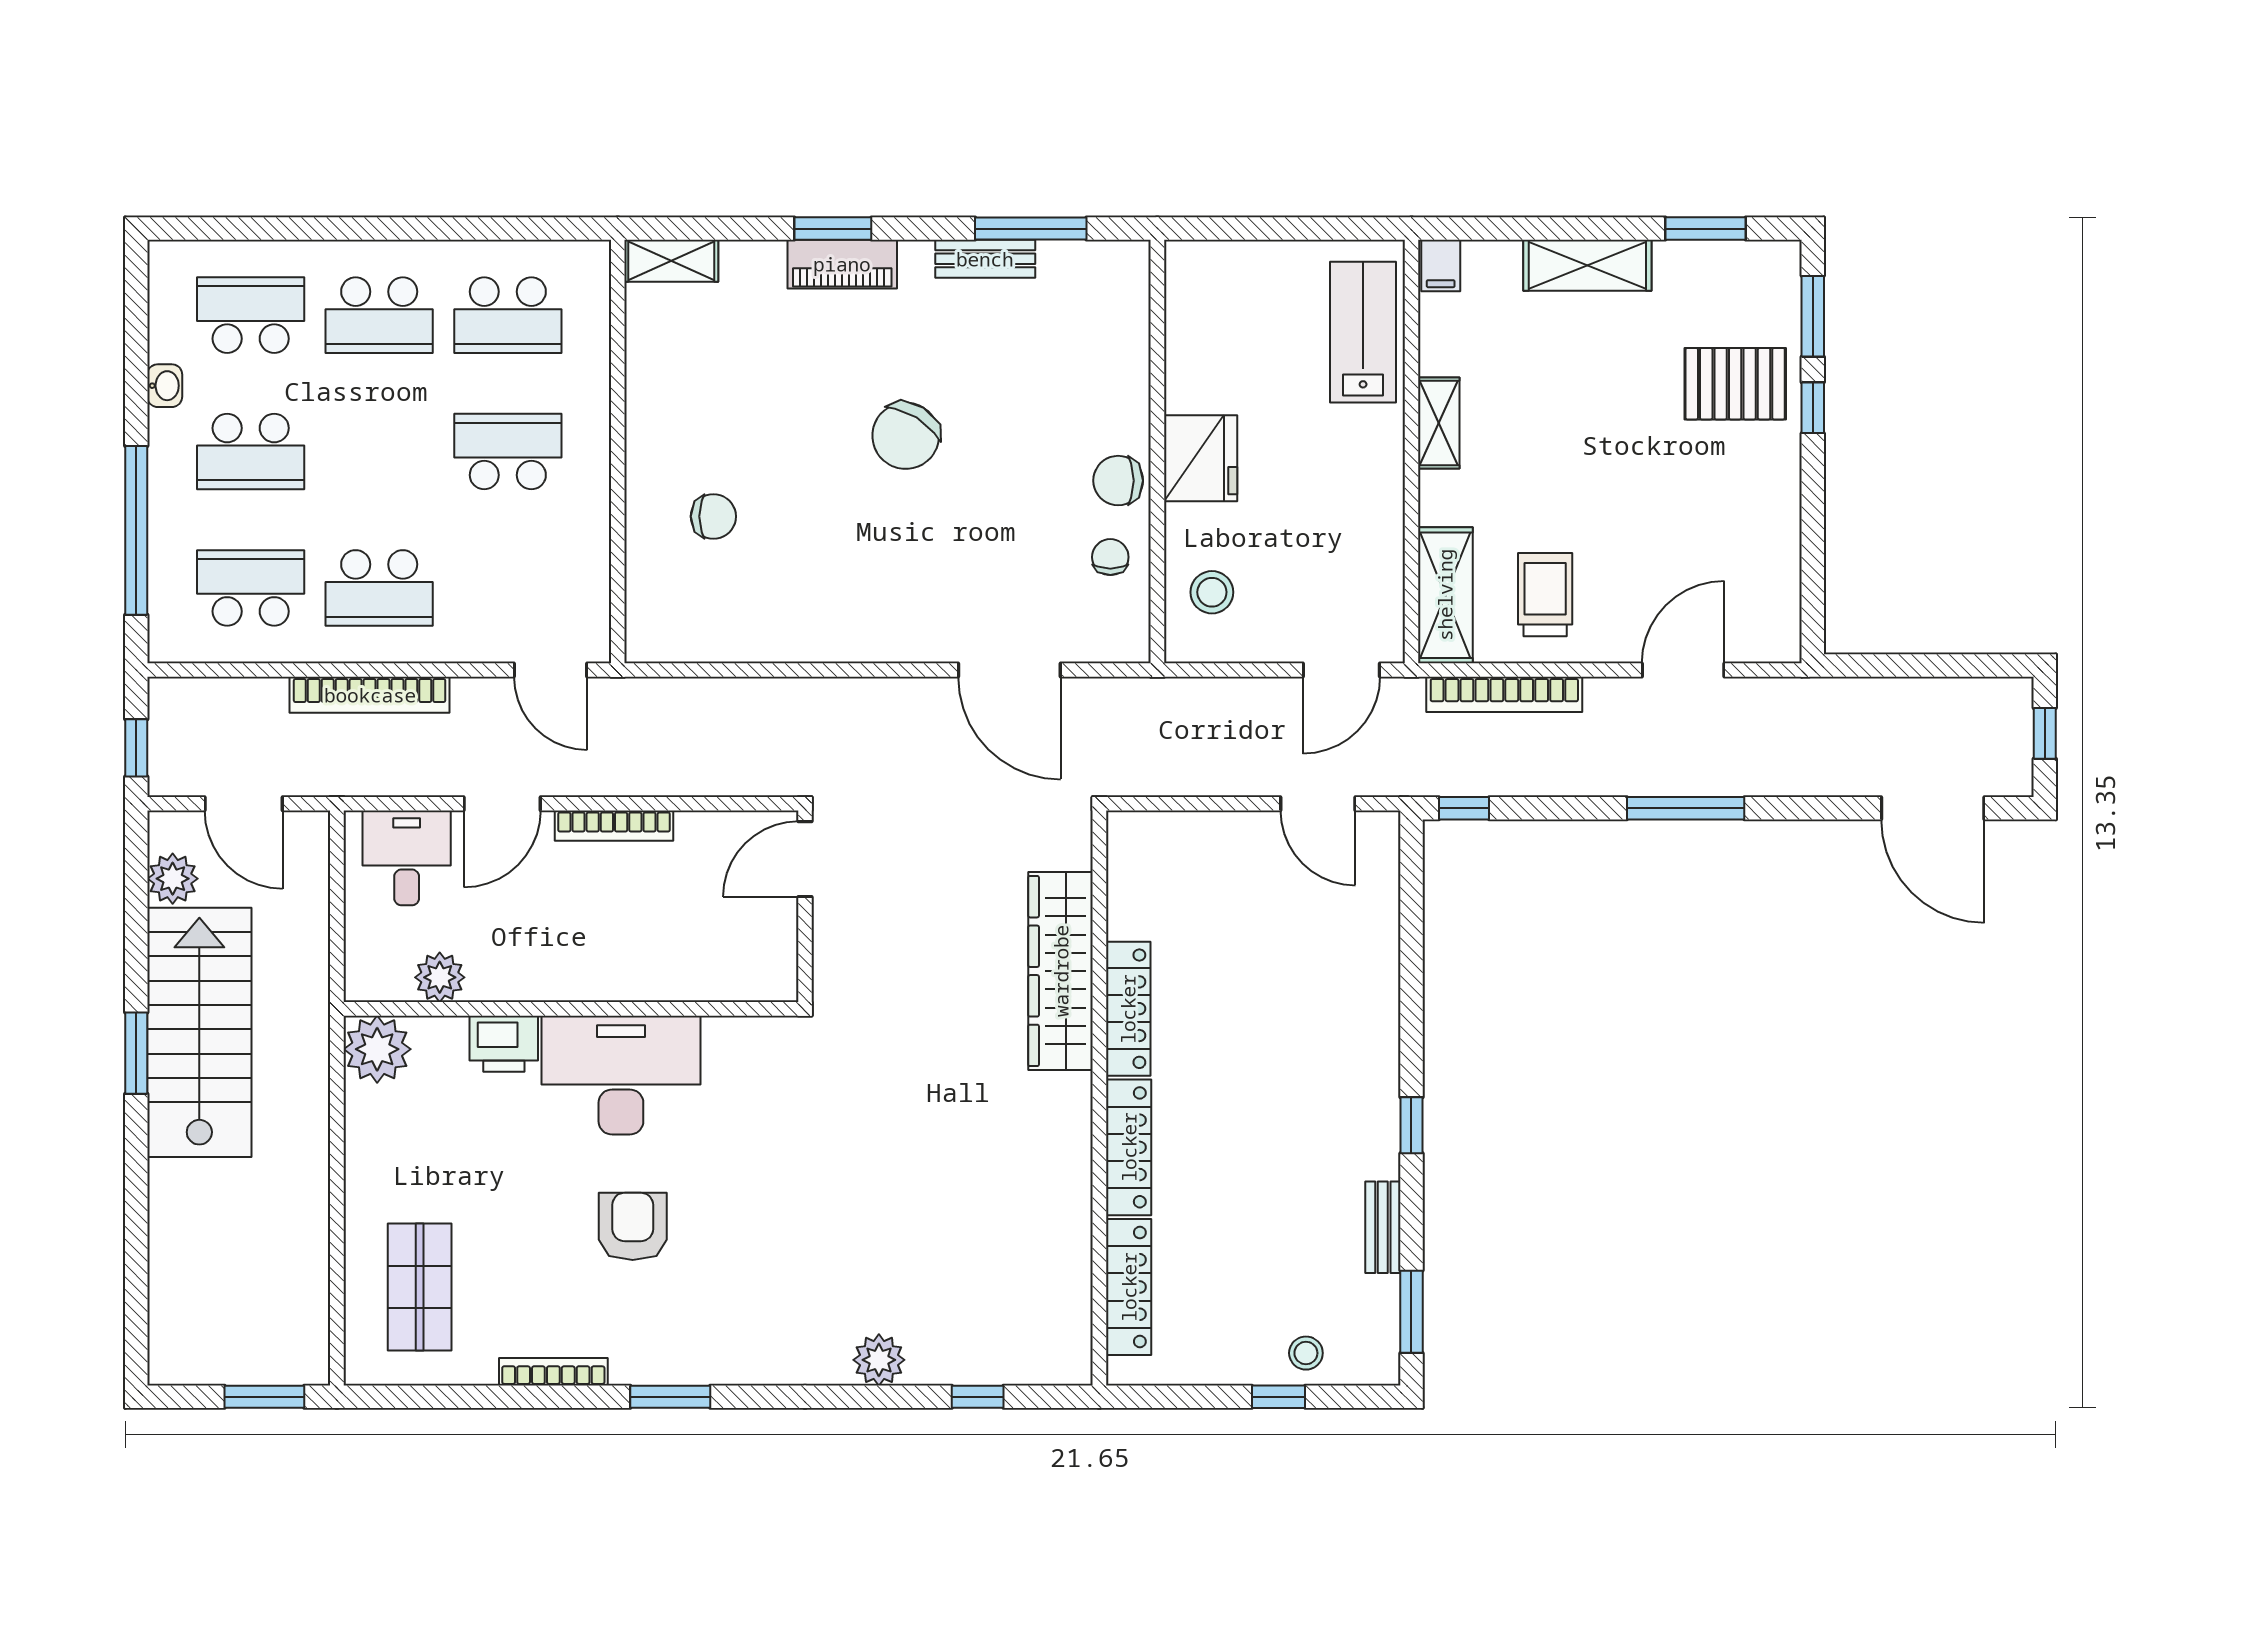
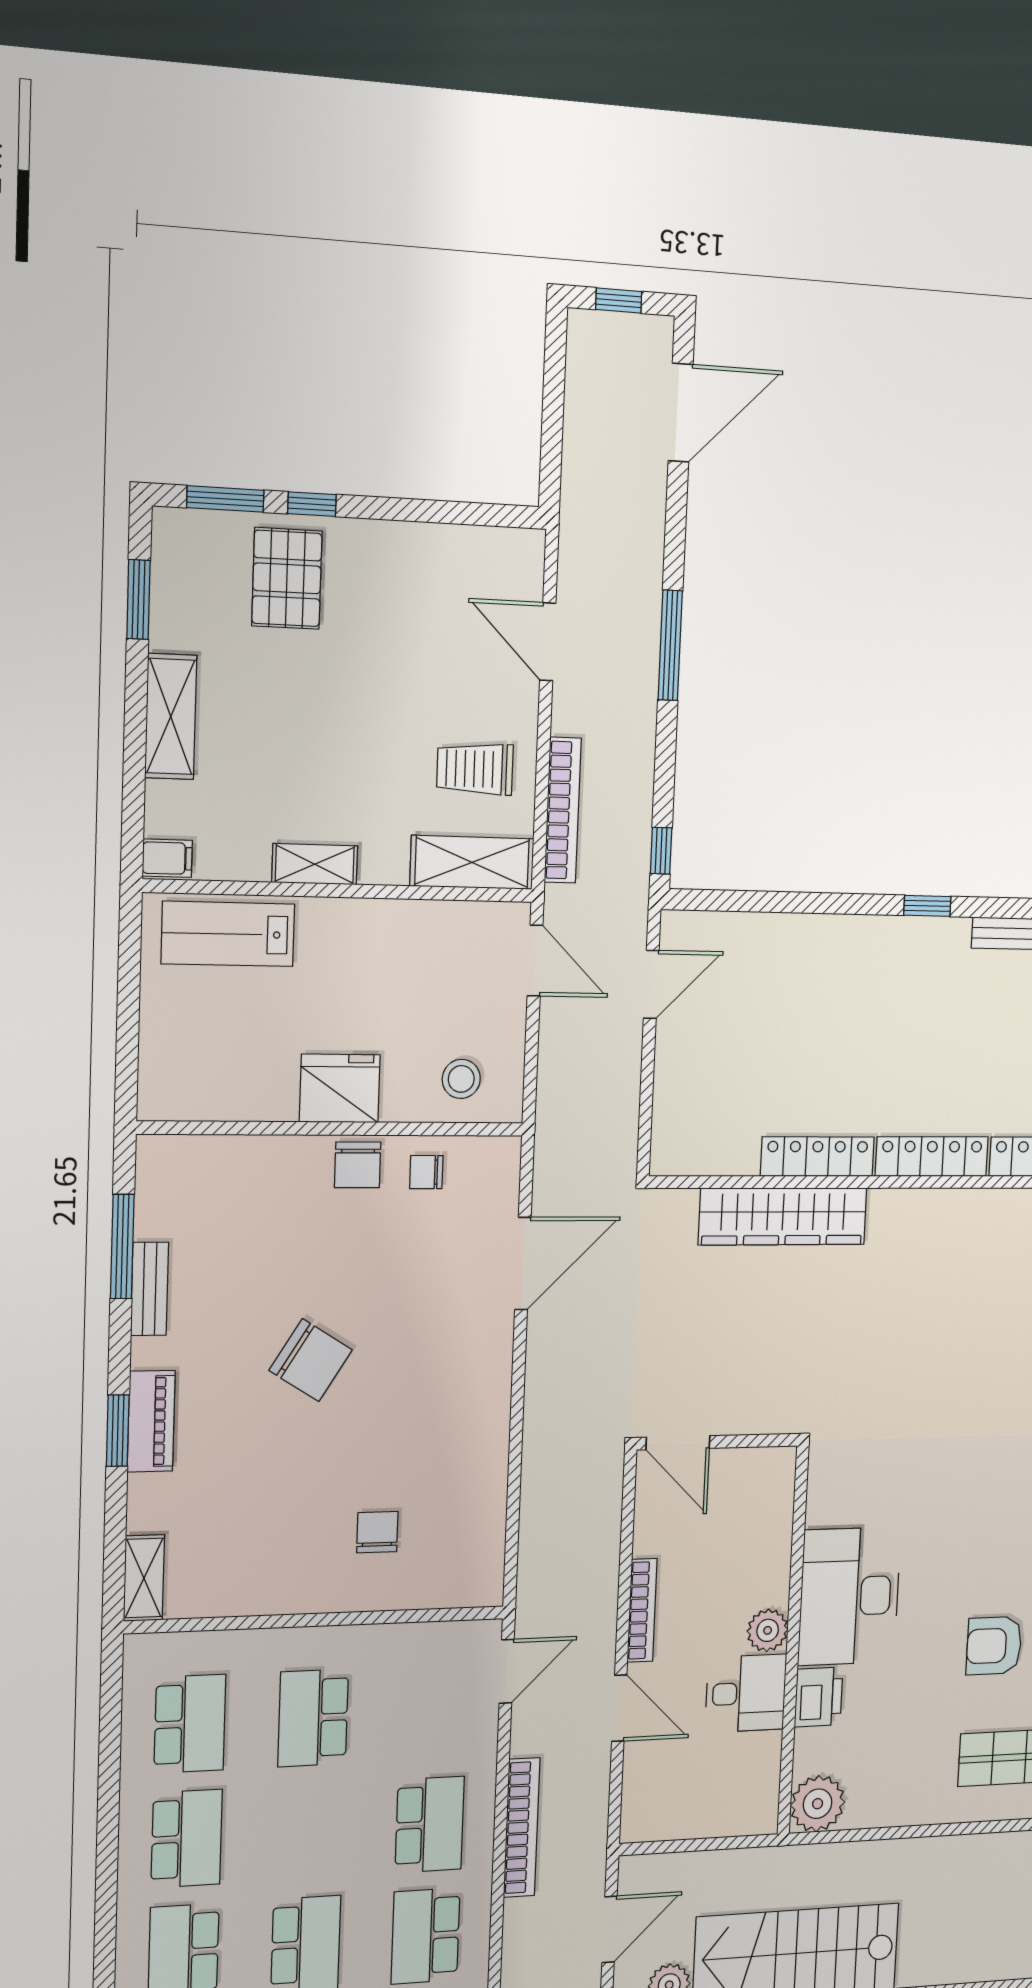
desk: (407, 858) -> (746, 1693), moved, turned 180
plant: (440, 977) -> (768, 1630), moved
armchair: (633, 1226) -> (994, 1646), moved

